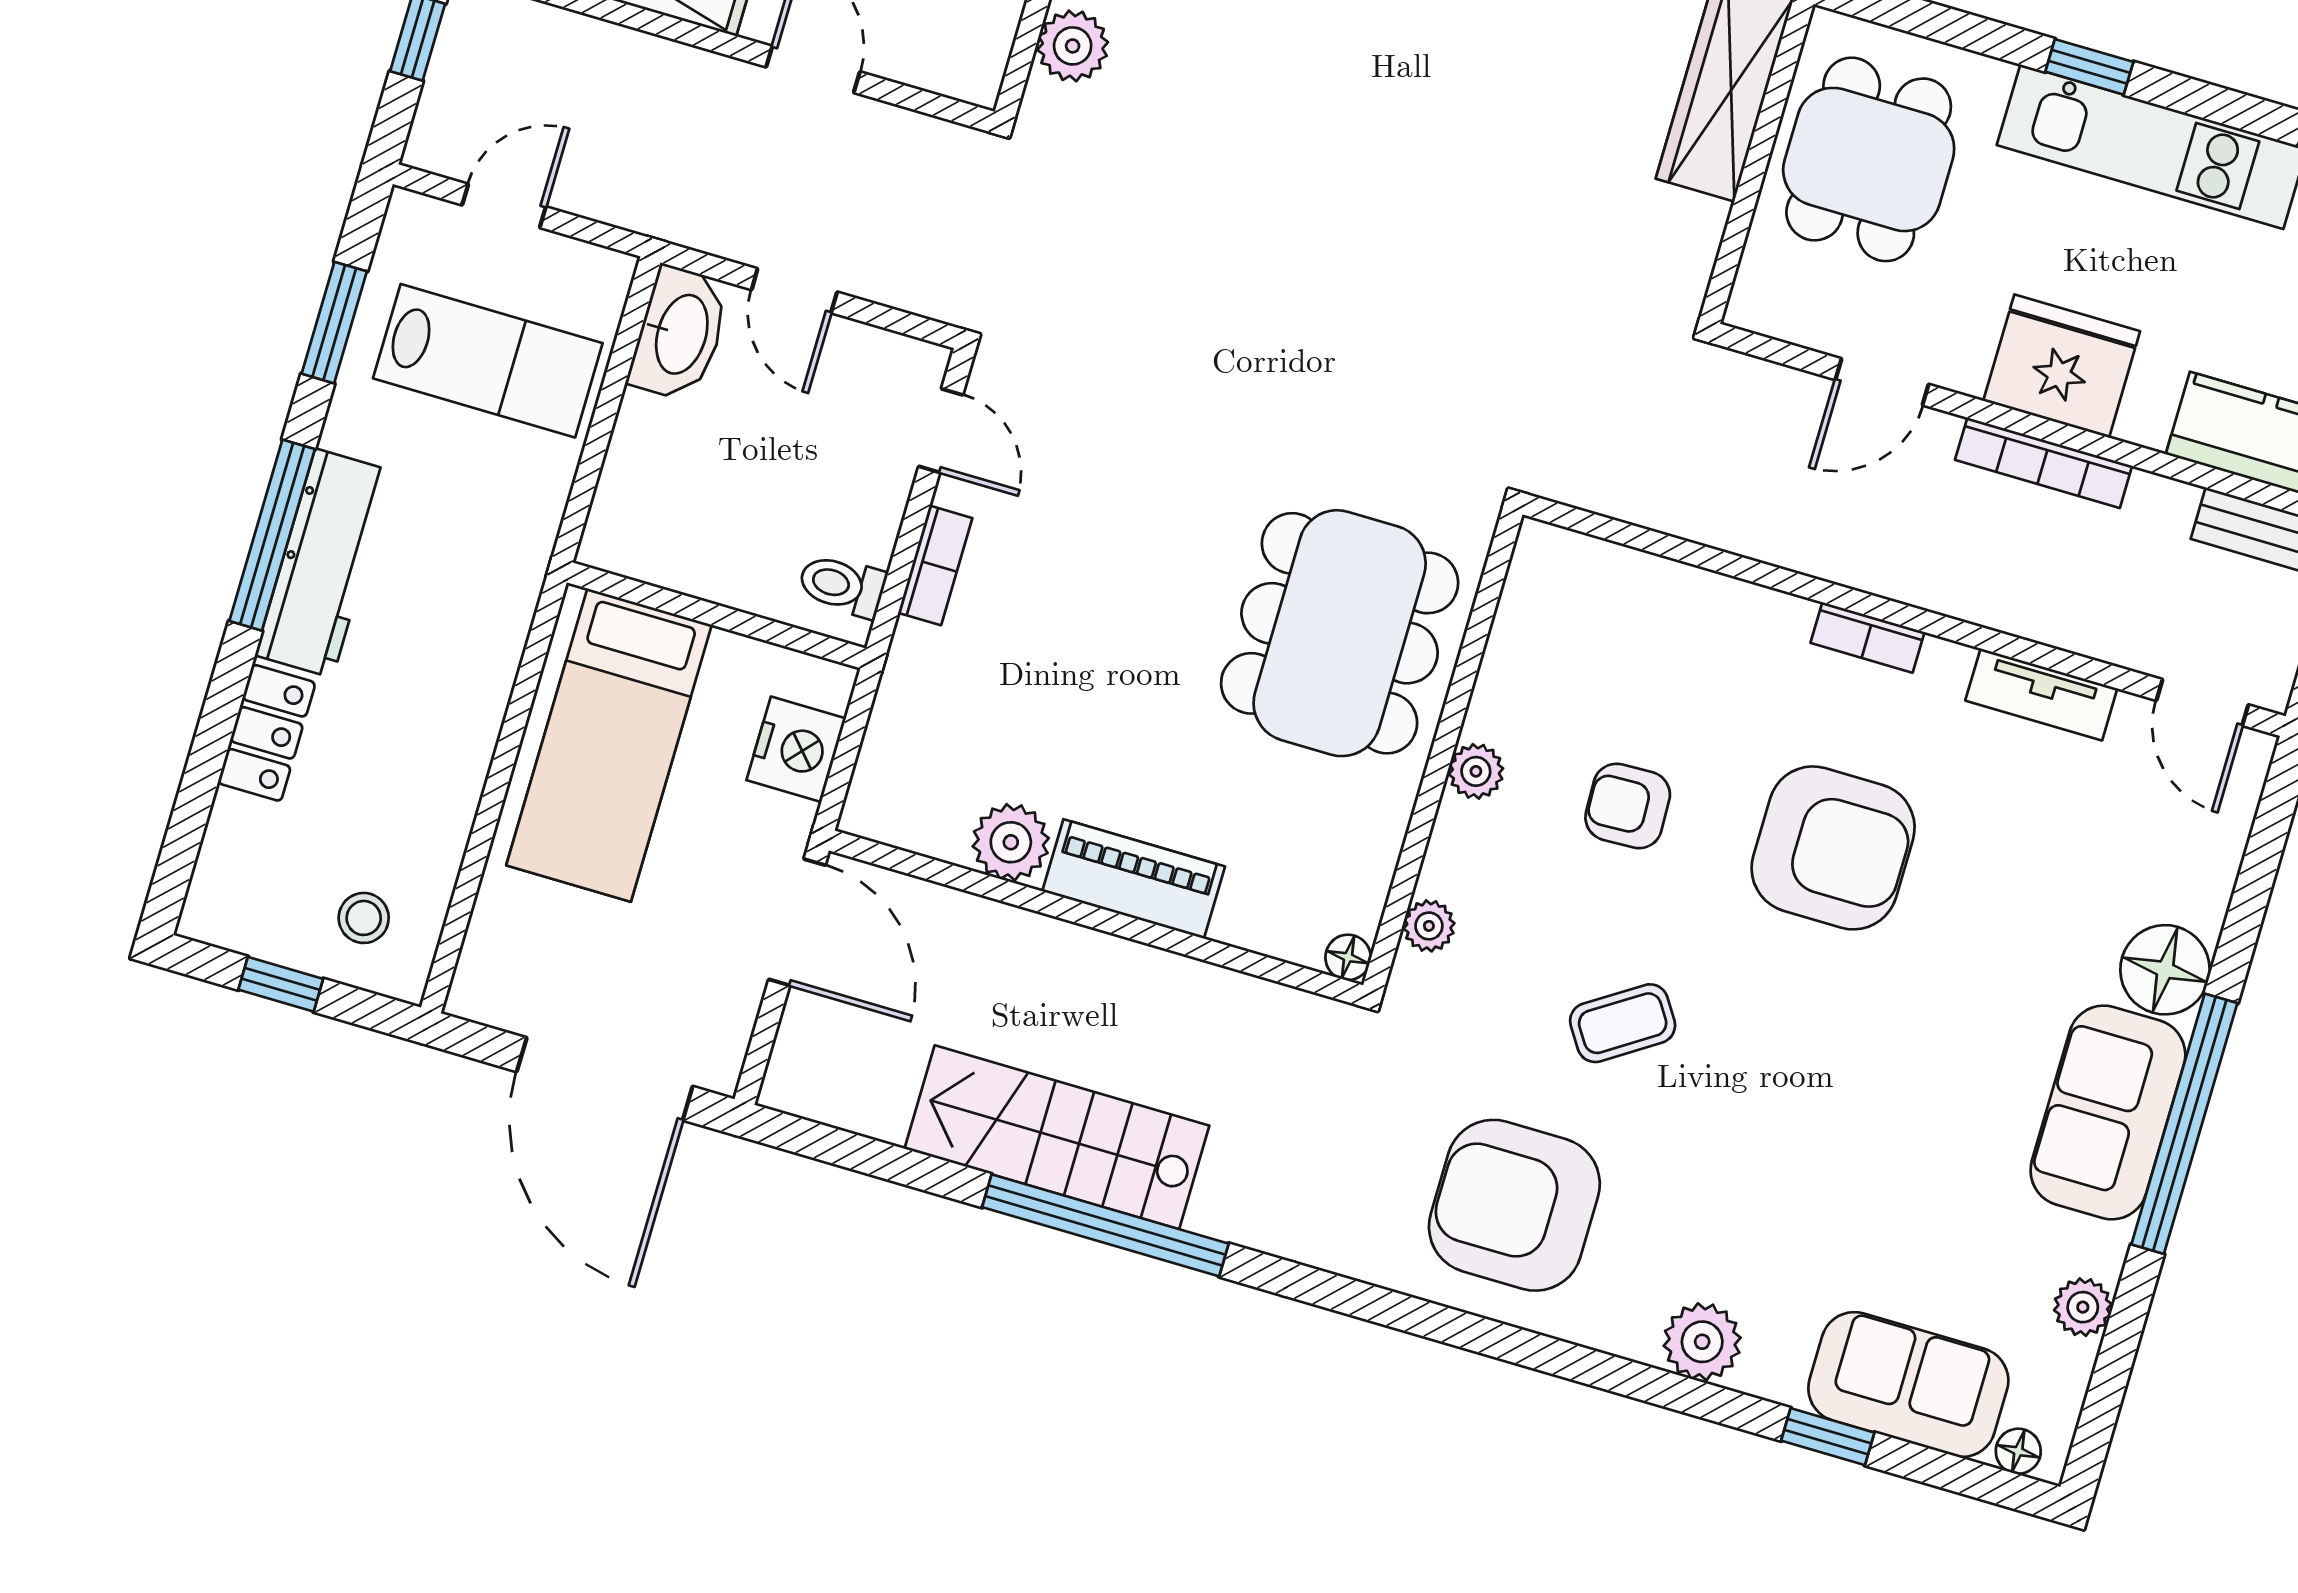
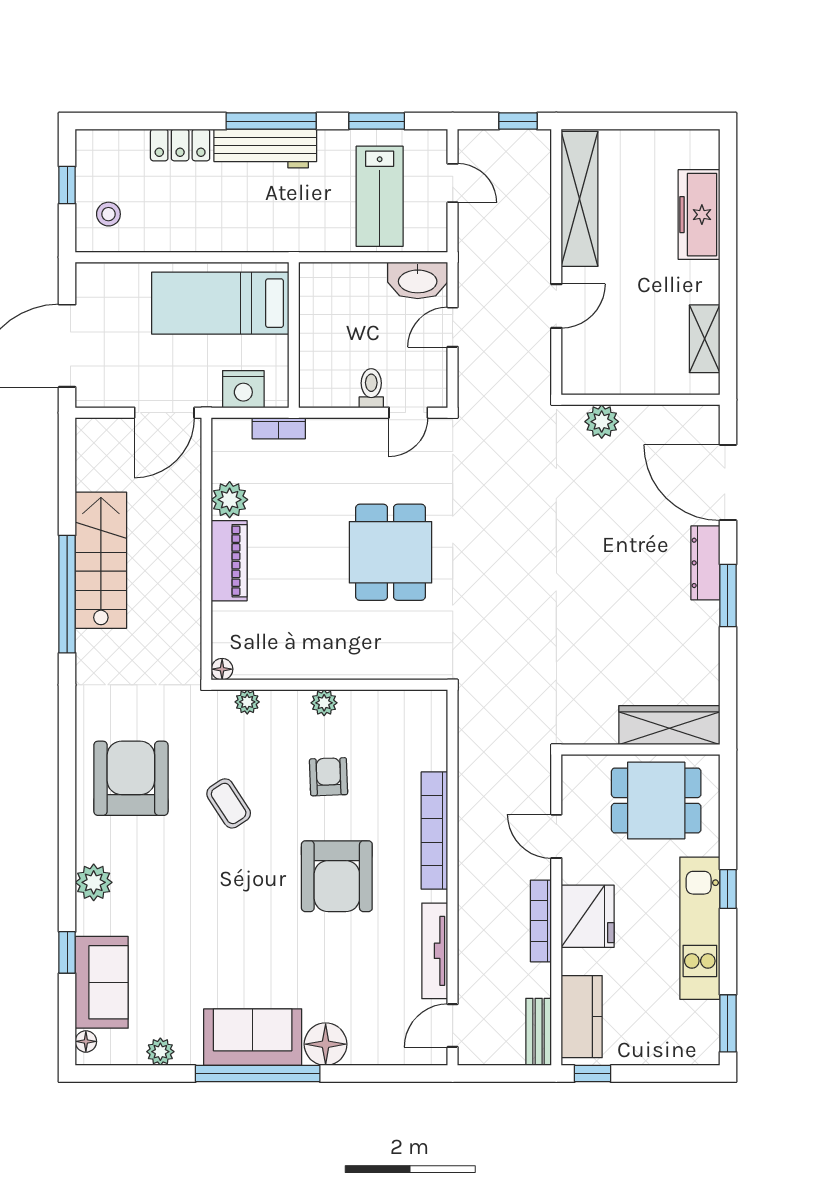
bookcase: (935, 565) -> (279, 428), moved
toilet: (842, 585) -> (371, 388), moved
dining table: (1340, 633) -> (390, 552), moved, width x0.73
bookcase: (1868, 637) -> (434, 831), width x2.31, depth x1.31
tv unit: (2041, 694) -> (435, 951), width x1.41

